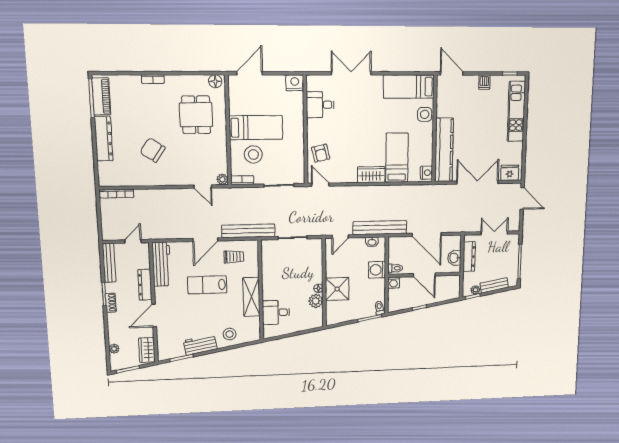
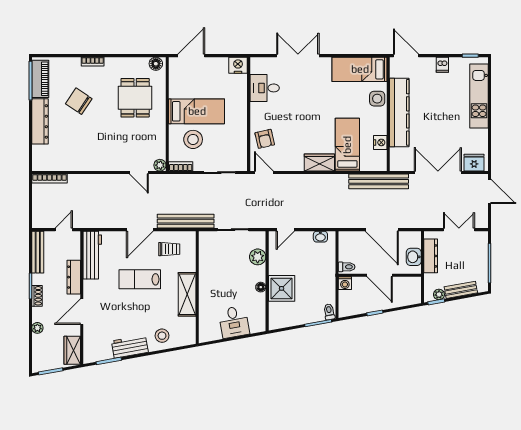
chair: (153, 150) -> (79, 101), moved
kitchen counter: (444, 150) -> (399, 112), moved
nightstand: (426, 173) -> (380, 142), moved
bench: (380, 228) -> (379, 181), moved
washing machine: (377, 270) -> (326, 268), removed
plant: (316, 301) -> (258, 257), moved
desk: (276, 312) -> (234, 322), moved, turned -100
plant: (114, 349) -> (37, 328), moved

